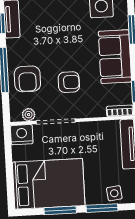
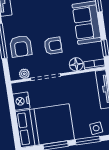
floor lamp: (96, 109) -> (76, 64), added
nightstand: (22, 135) -> (21, 101), moved, turned -90

